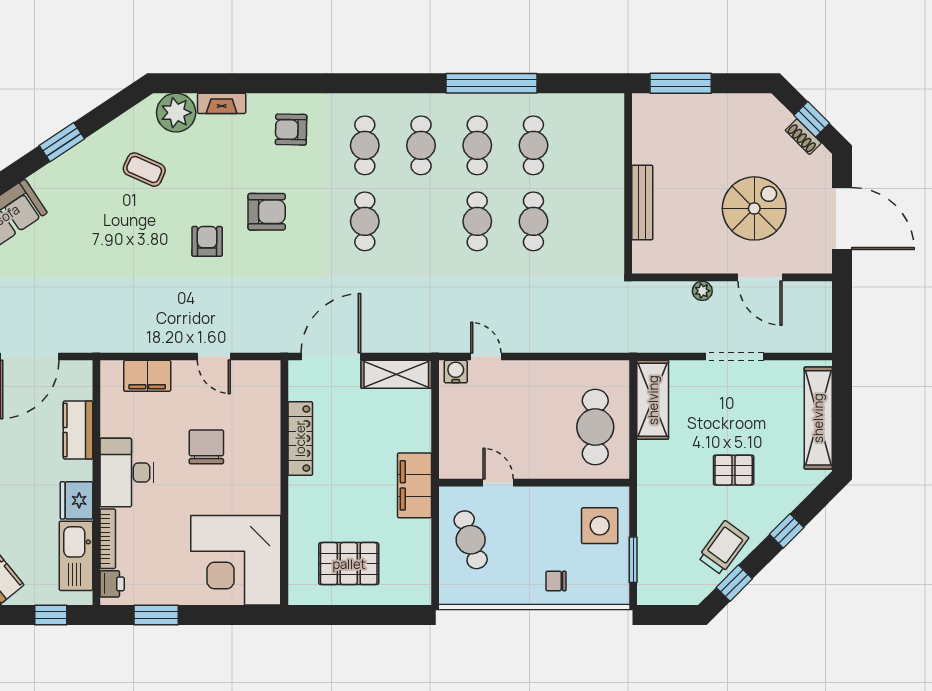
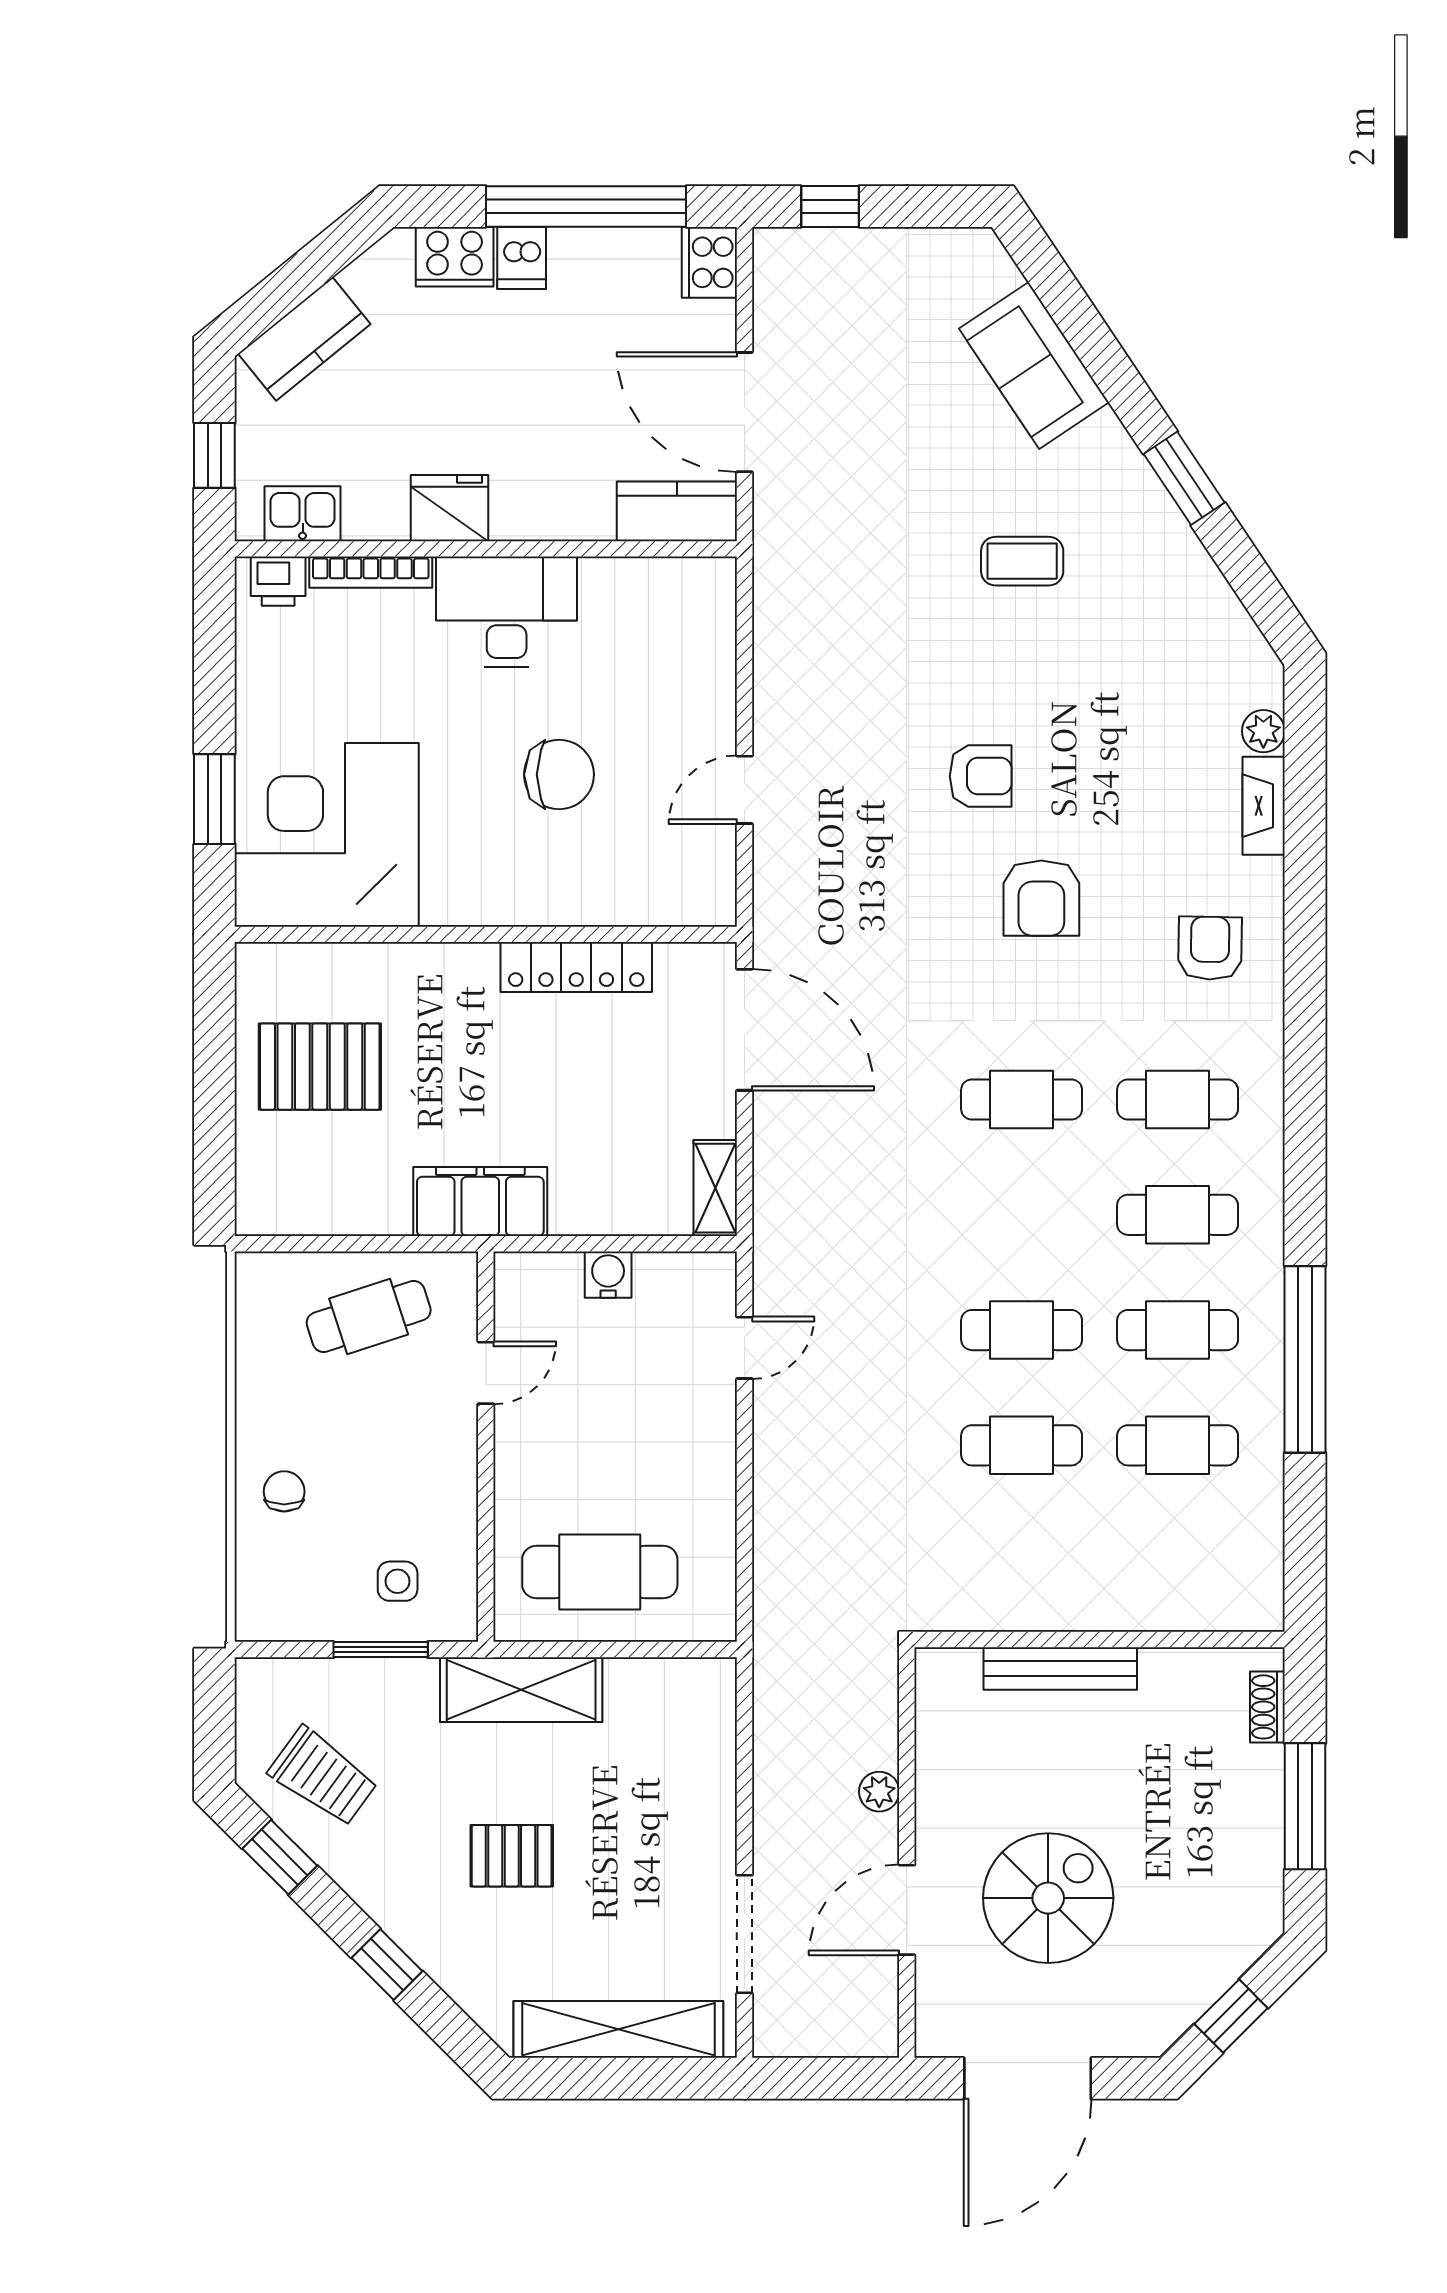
window: (681, 83) -> (1305, 1806), moved
plant: (176, 113) -> (1263, 731), width x0.53, depth x0.53
shoe rack: (803, 137) -> (1267, 1707), moved, turned -45
coffee table: (144, 170) -> (1022, 561), moved, turned 66
spiral stairs: (754, 208) -> (1048, 1898), turned -90
doorway: (735, 357) -> (745, 1934), moved
water cooler: (456, 372) -> (608, 1275), moved, turned -90
shelving: (396, 374) -> (715, 1188), width x0.67, depth x0.75
filing cabinet: (147, 376) -> (705, 653), removed
shelving: (653, 400) -> (521, 1690), moved
kitchen counter: (78, 430) -> (677, 511), moved
pallet: (734, 470) -> (512, 1856), turned 90
side table: (600, 526) -> (398, 1581), width x0.54, depth x0.54
trolley: (723, 548) -> (323, 1777), moved
kitchen sink: (76, 556) -> (303, 514), width x0.53, depth x0.81
window: (633, 560) -> (381, 1650), moved
pallet: (349, 564) -> (320, 1067), turned 90
window: (156, 615) -> (214, 799), moved

